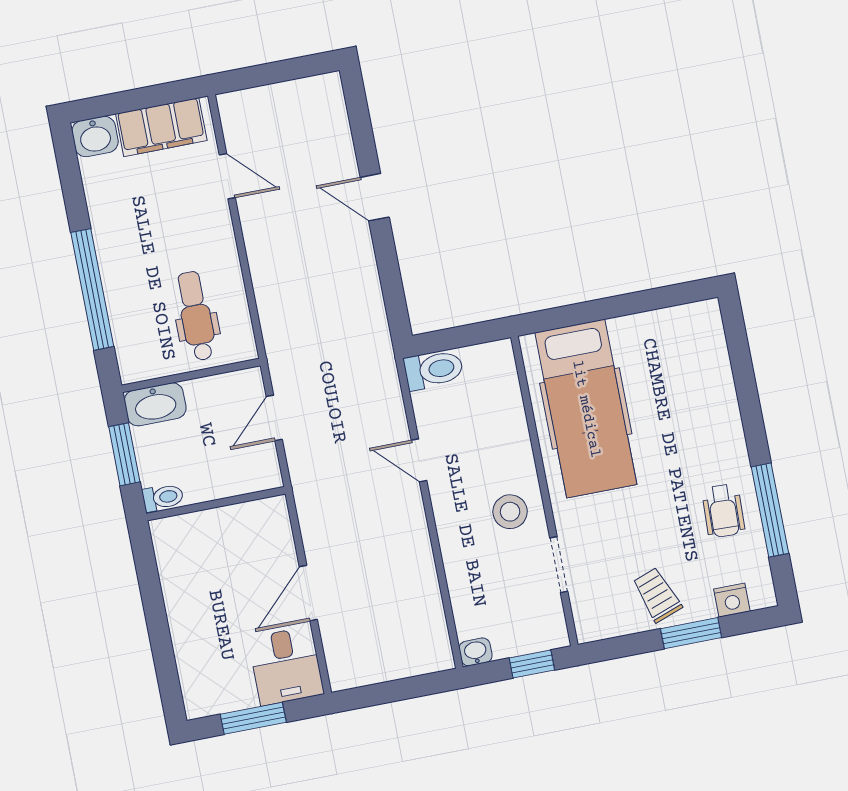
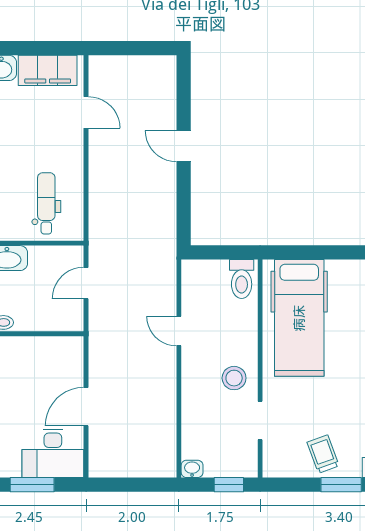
toilet: (434, 370) -> (242, 279), moved, turned 90
desk: (286, 666) -> (53, 453), width x1.37

